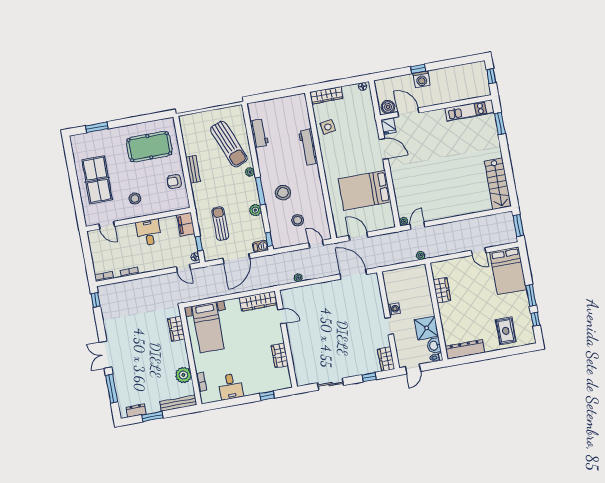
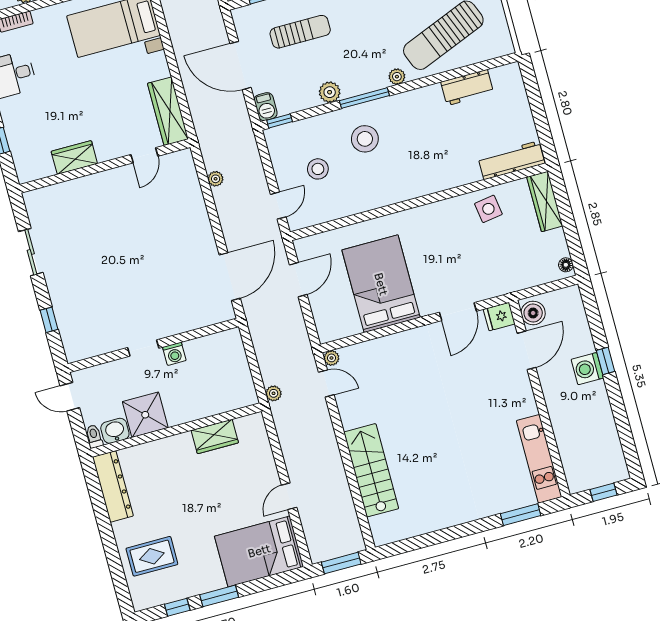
workbench: (308, 147) -> (511, 160), moved
stairs: (498, 184) -> (371, 470), moved, turned 90
wardrobe: (386, 359) -> (84, 347), removed

